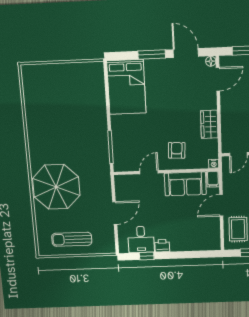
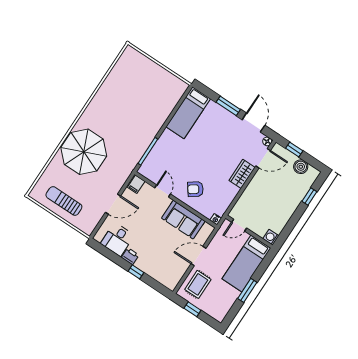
bed: (126, 87) -> (188, 113), width x0.67
wardrobe: (209, 124) -> (242, 174), moved
armchair: (177, 150) -> (195, 189), turned -129
door: (149, 172) -> (163, 191), hinge flipped
filing cabinet: (213, 179) -> (136, 184), moved
window: (147, 256) -> (136, 272), moved

